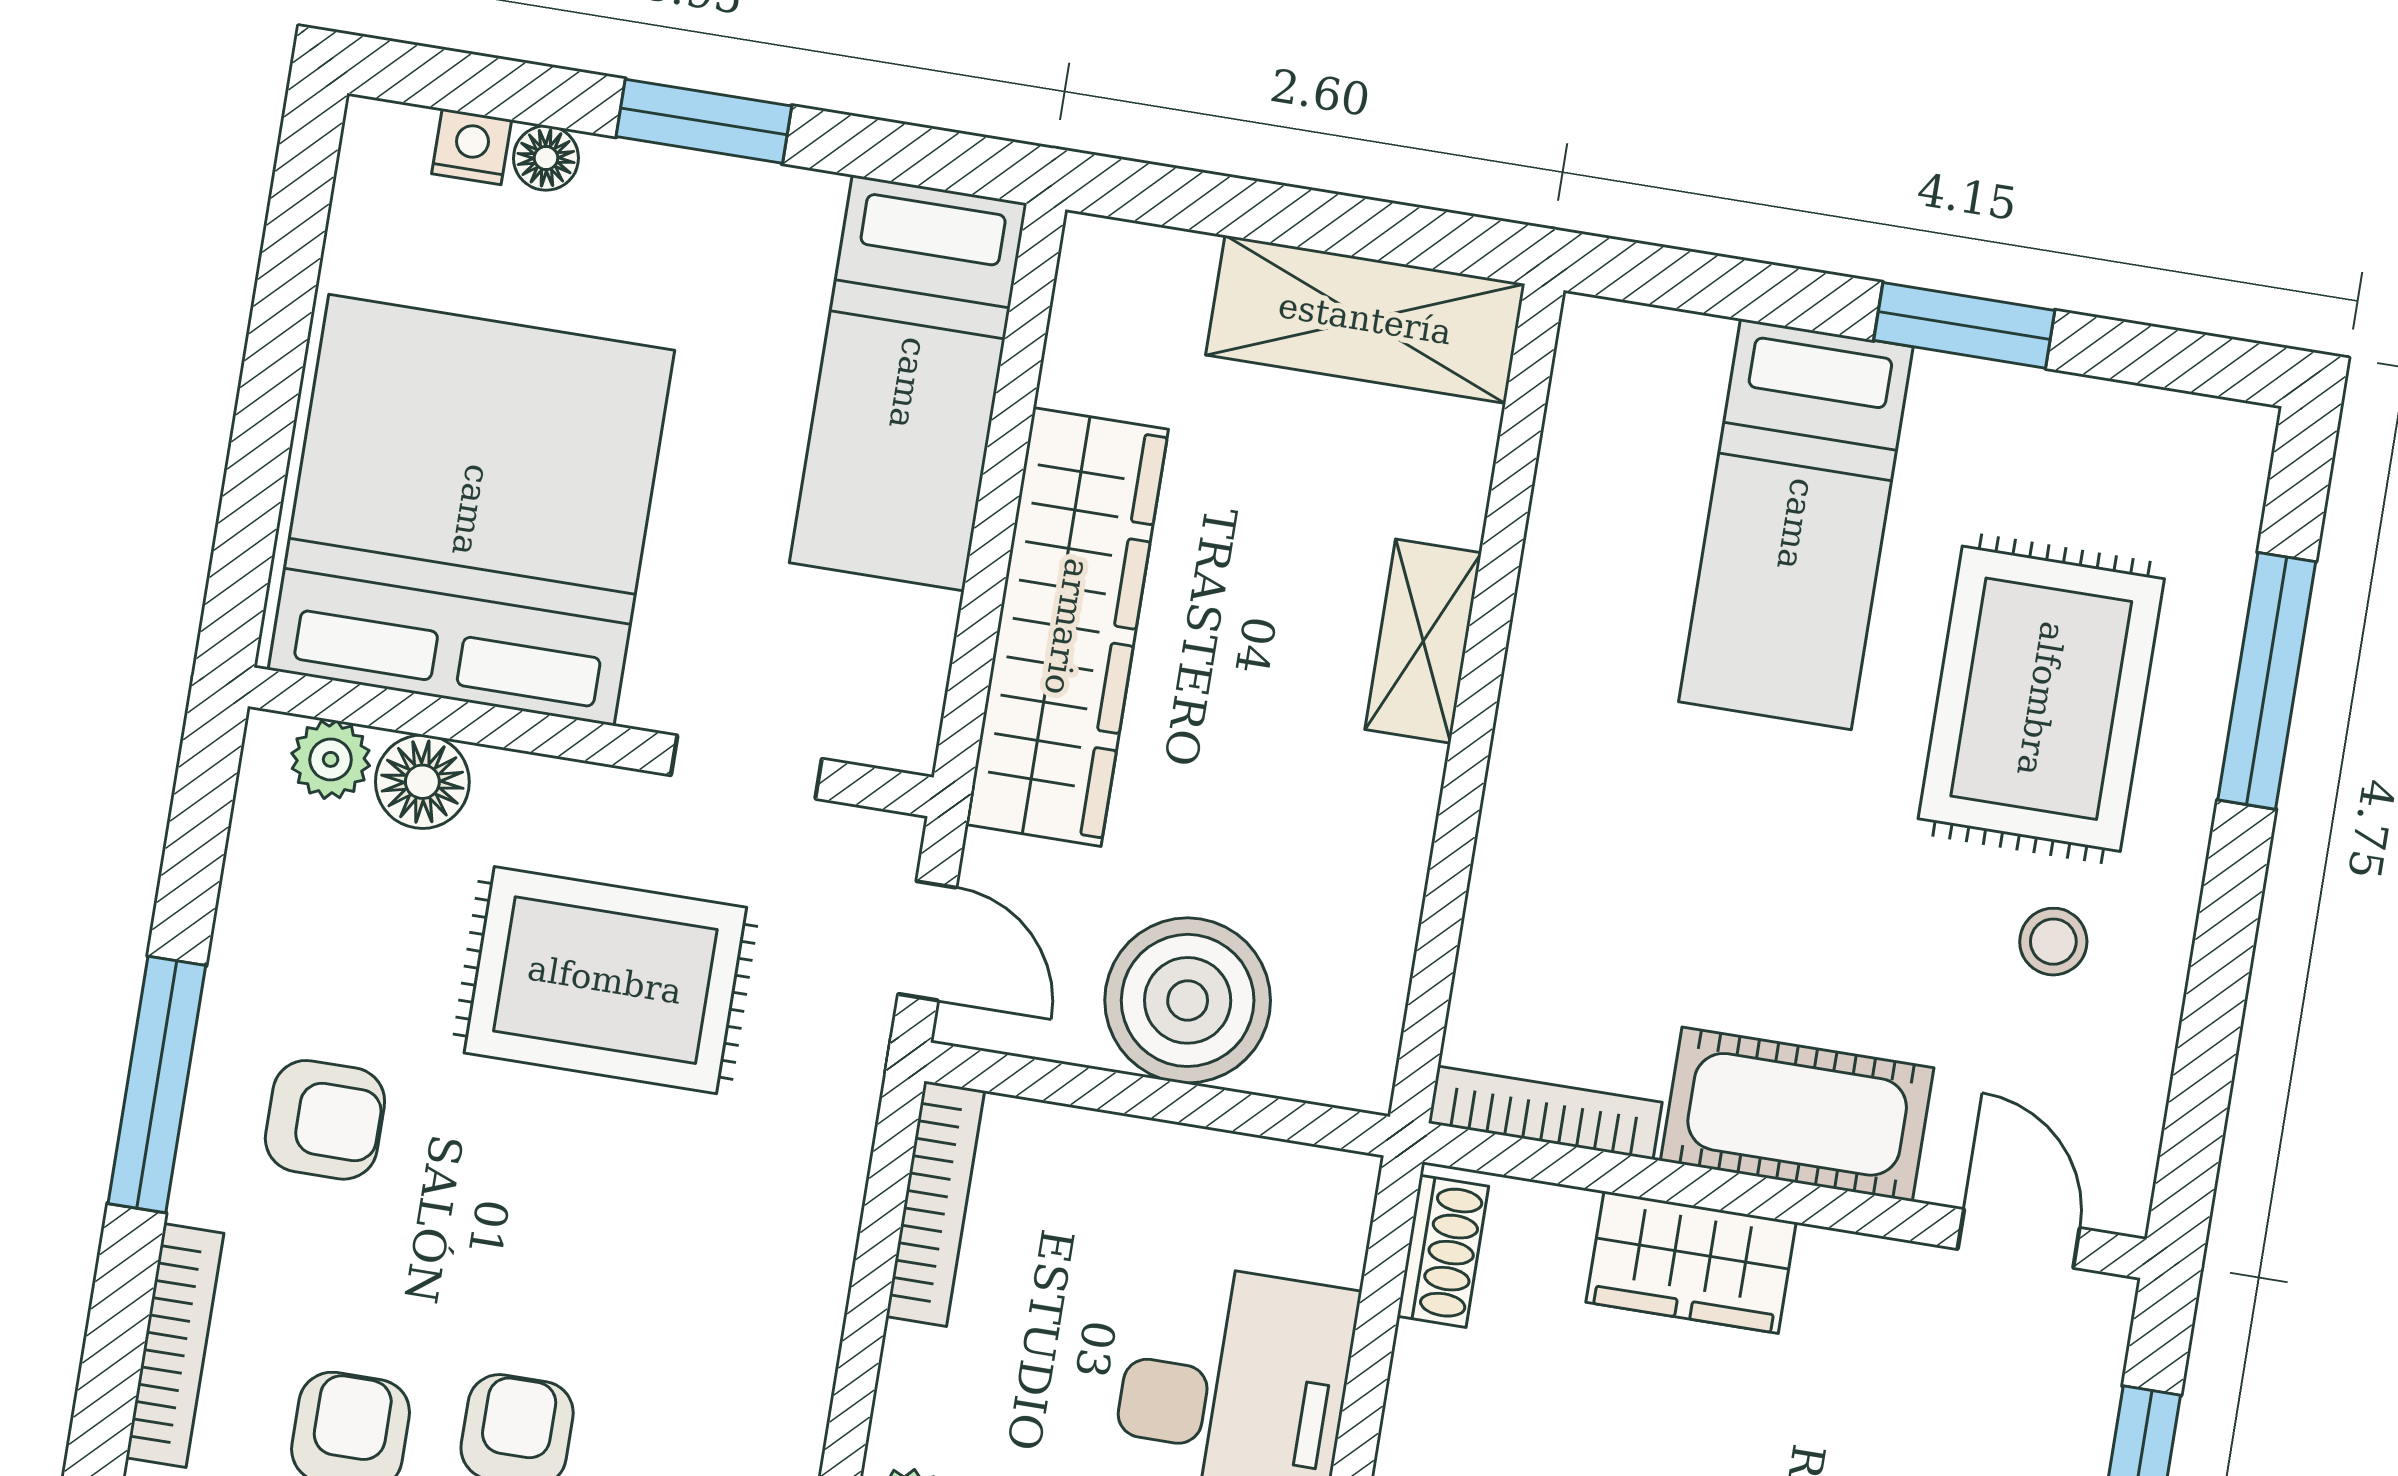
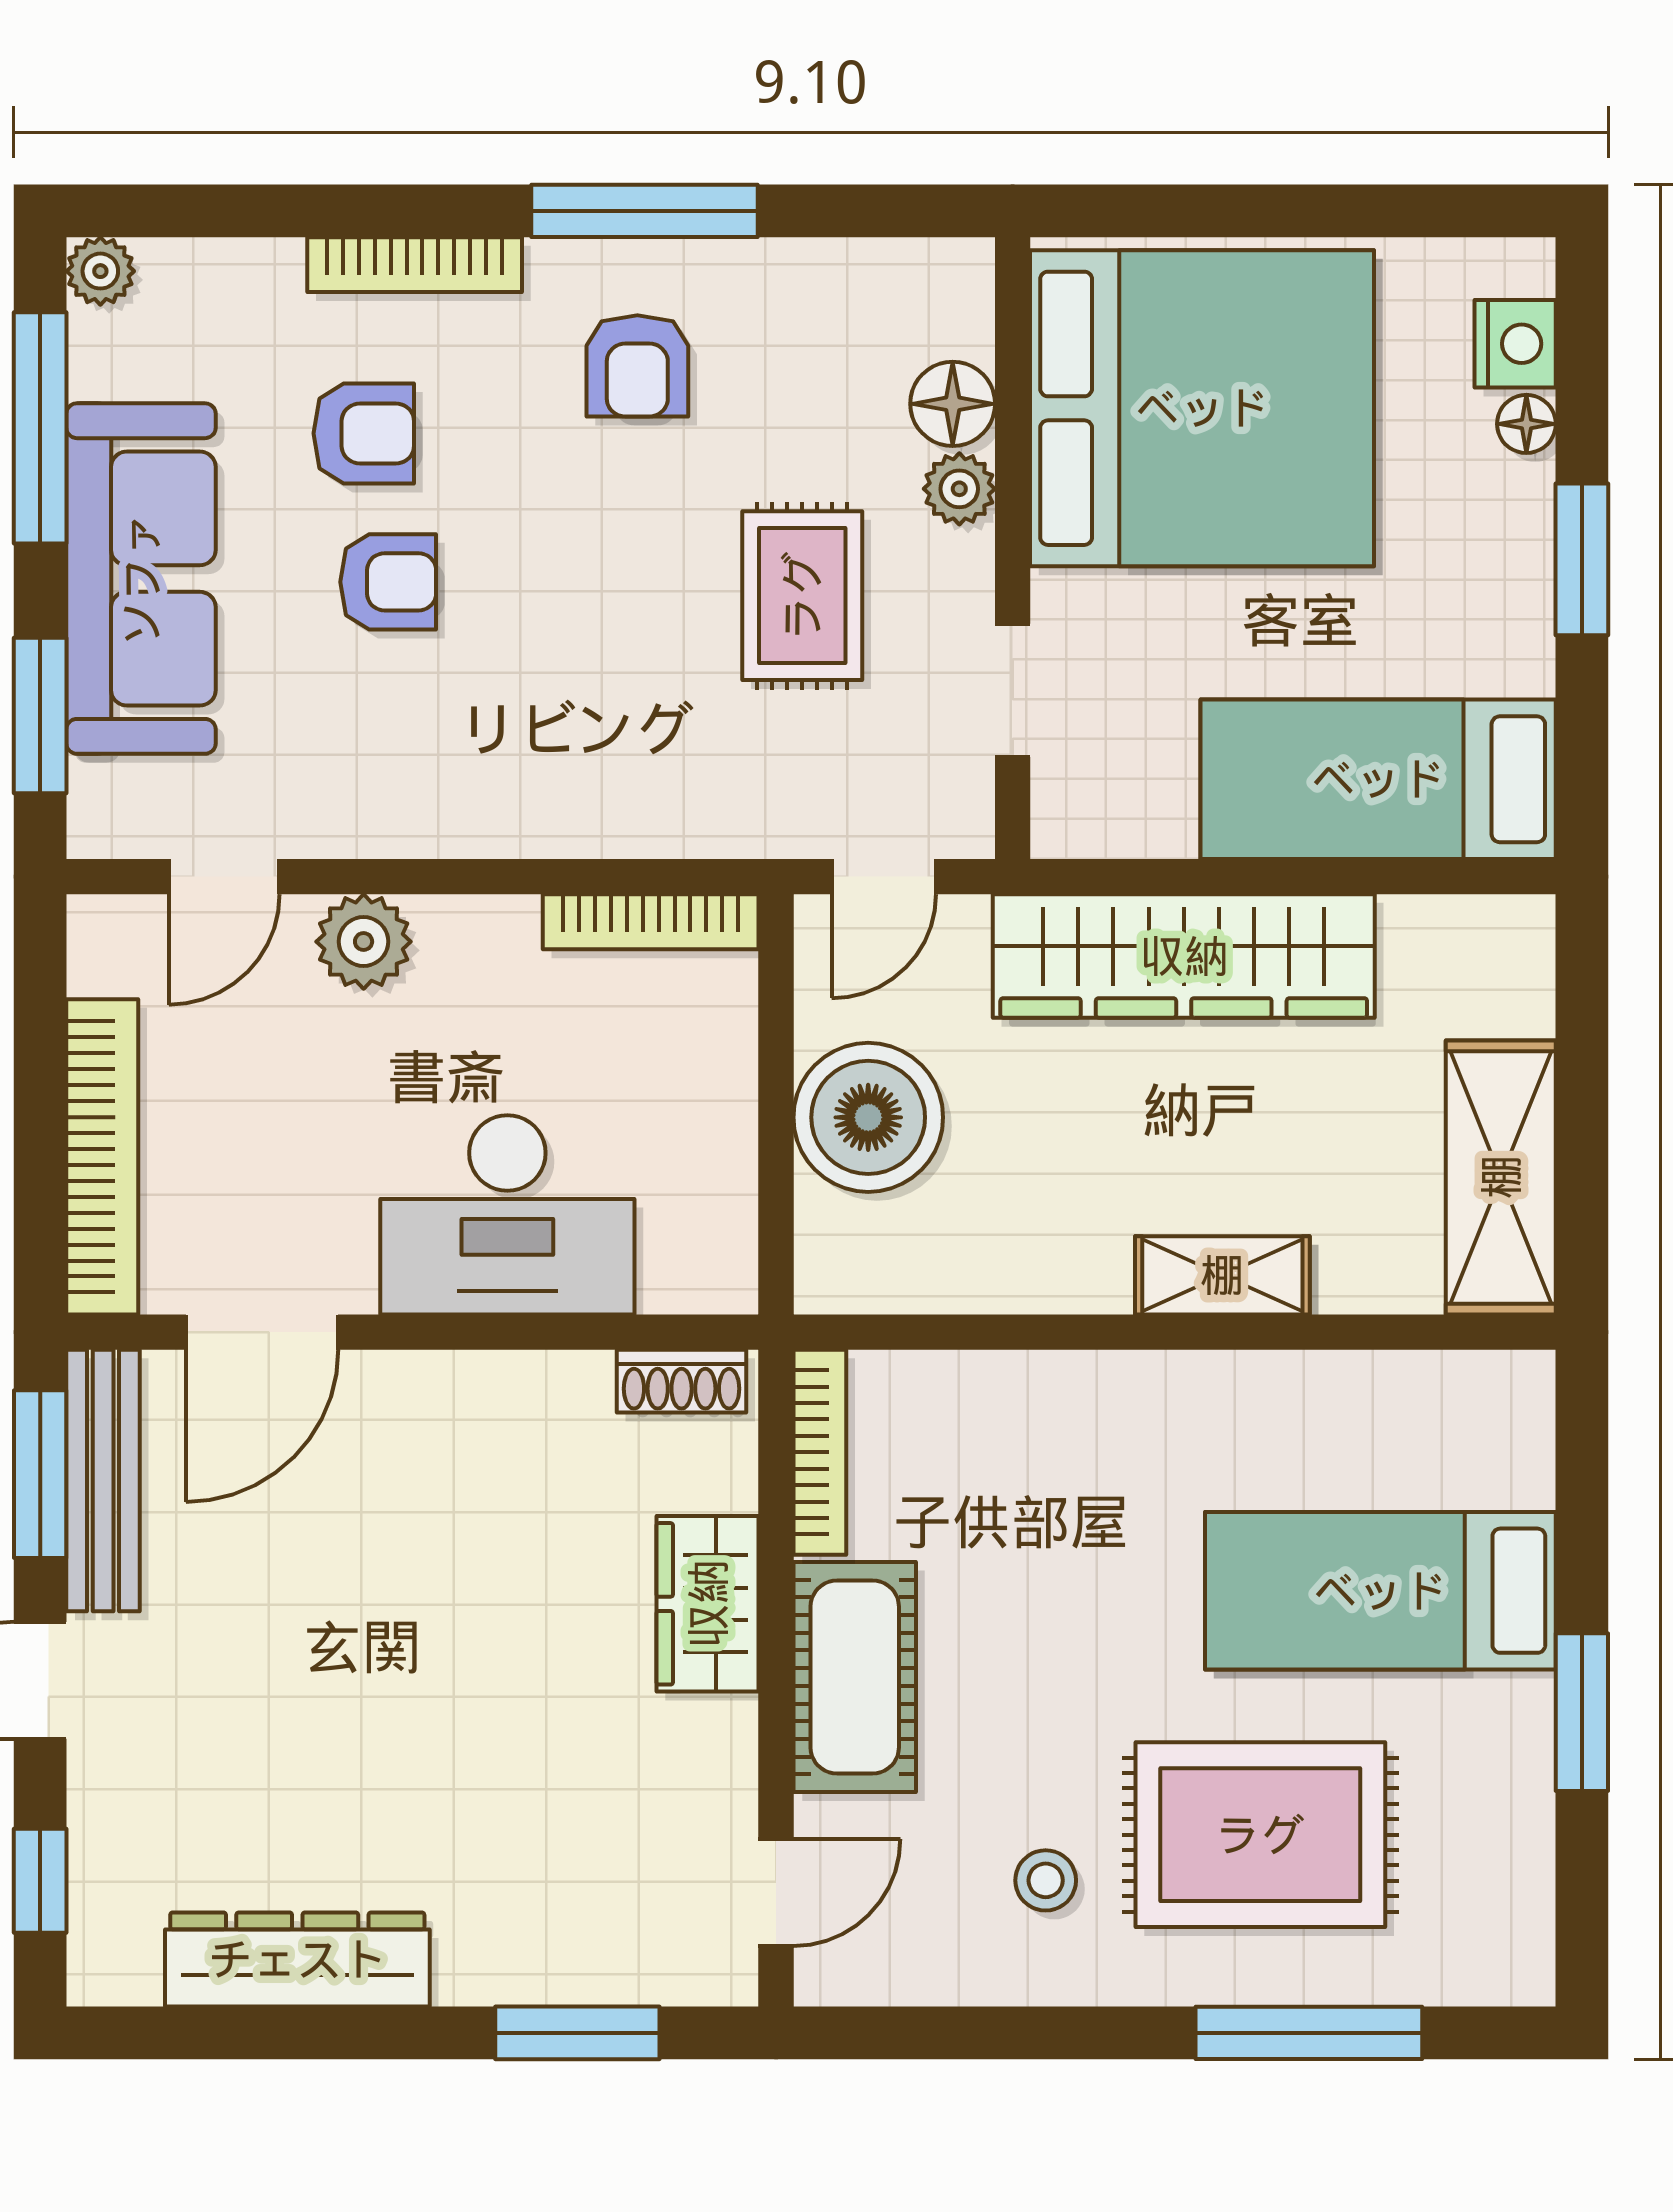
nightstand: (472, 147) -> (1515, 344), width x1.39, depth x1.35
plant: (331, 759) -> (959, 489), moved
rug: (605, 980) -> (802, 596), width x0.73, depth x0.70

